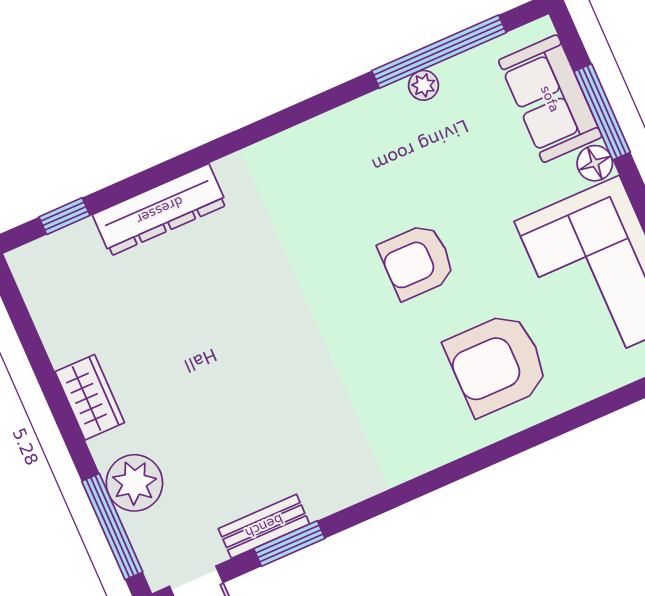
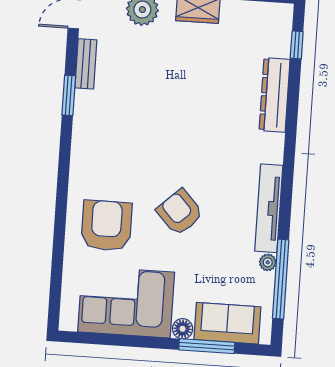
tv unit: (339, 127) -> (269, 208), added
armchair: (417, 261) -> (180, 212), turned -43
window: (289, 544) -> (69, 95), moved

